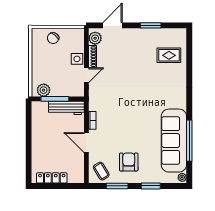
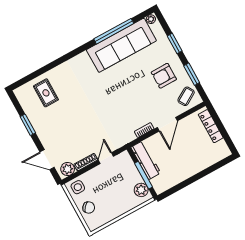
side table: (77, 59) -> (78, 187), moved
door: (86, 75) -> (106, 158), hinge flipped
locker: (52, 178) -> (211, 126), moved

